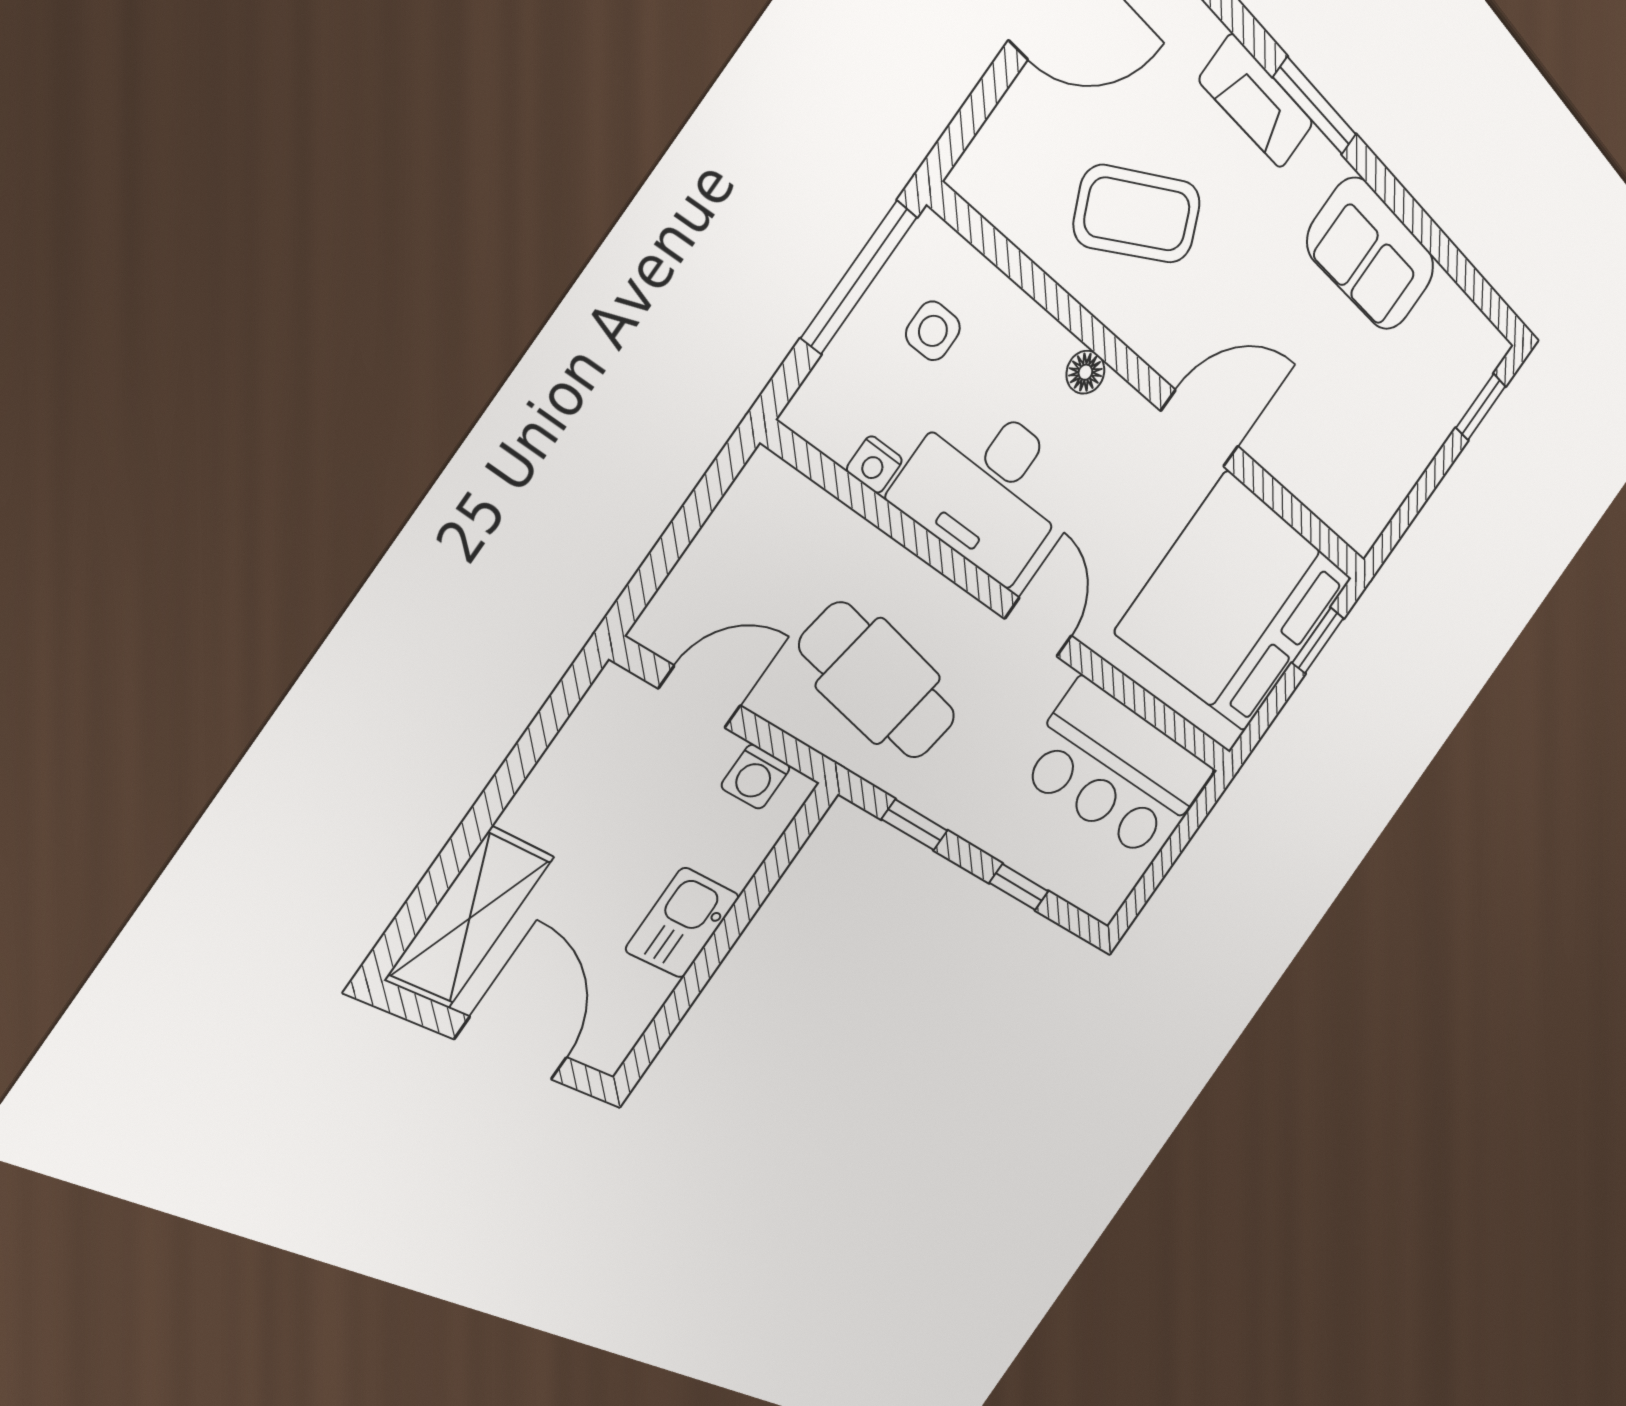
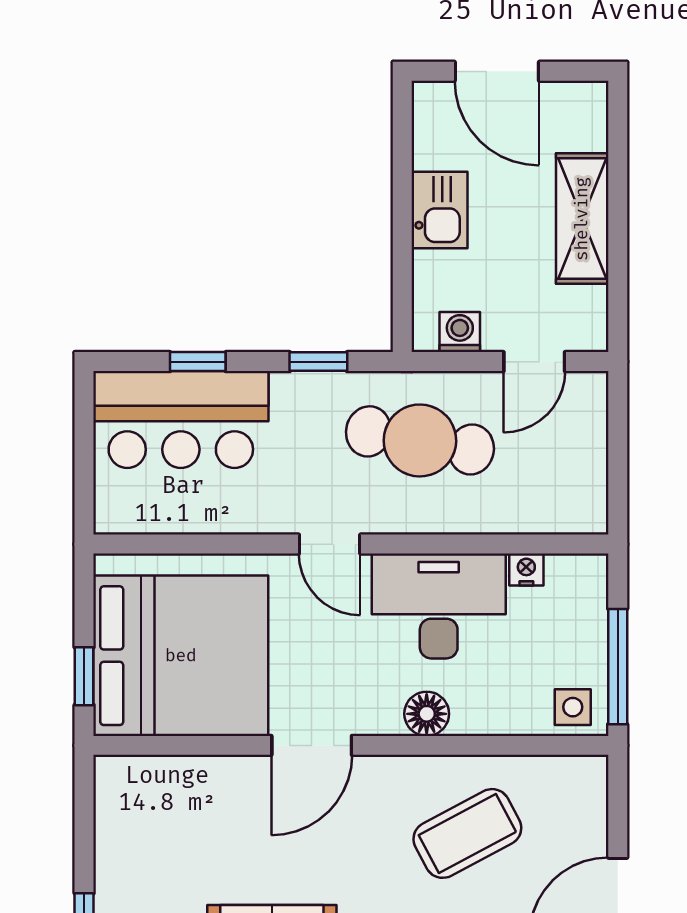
side table: (933, 331) -> (573, 707), moved
floor lamp: (1085, 372) -> (427, 714), width x1.37, depth x1.37
bar counter: (1117, 771) -> (181, 419), moved, turned 180
shelving: (470, 918) -> (582, 219), moved

